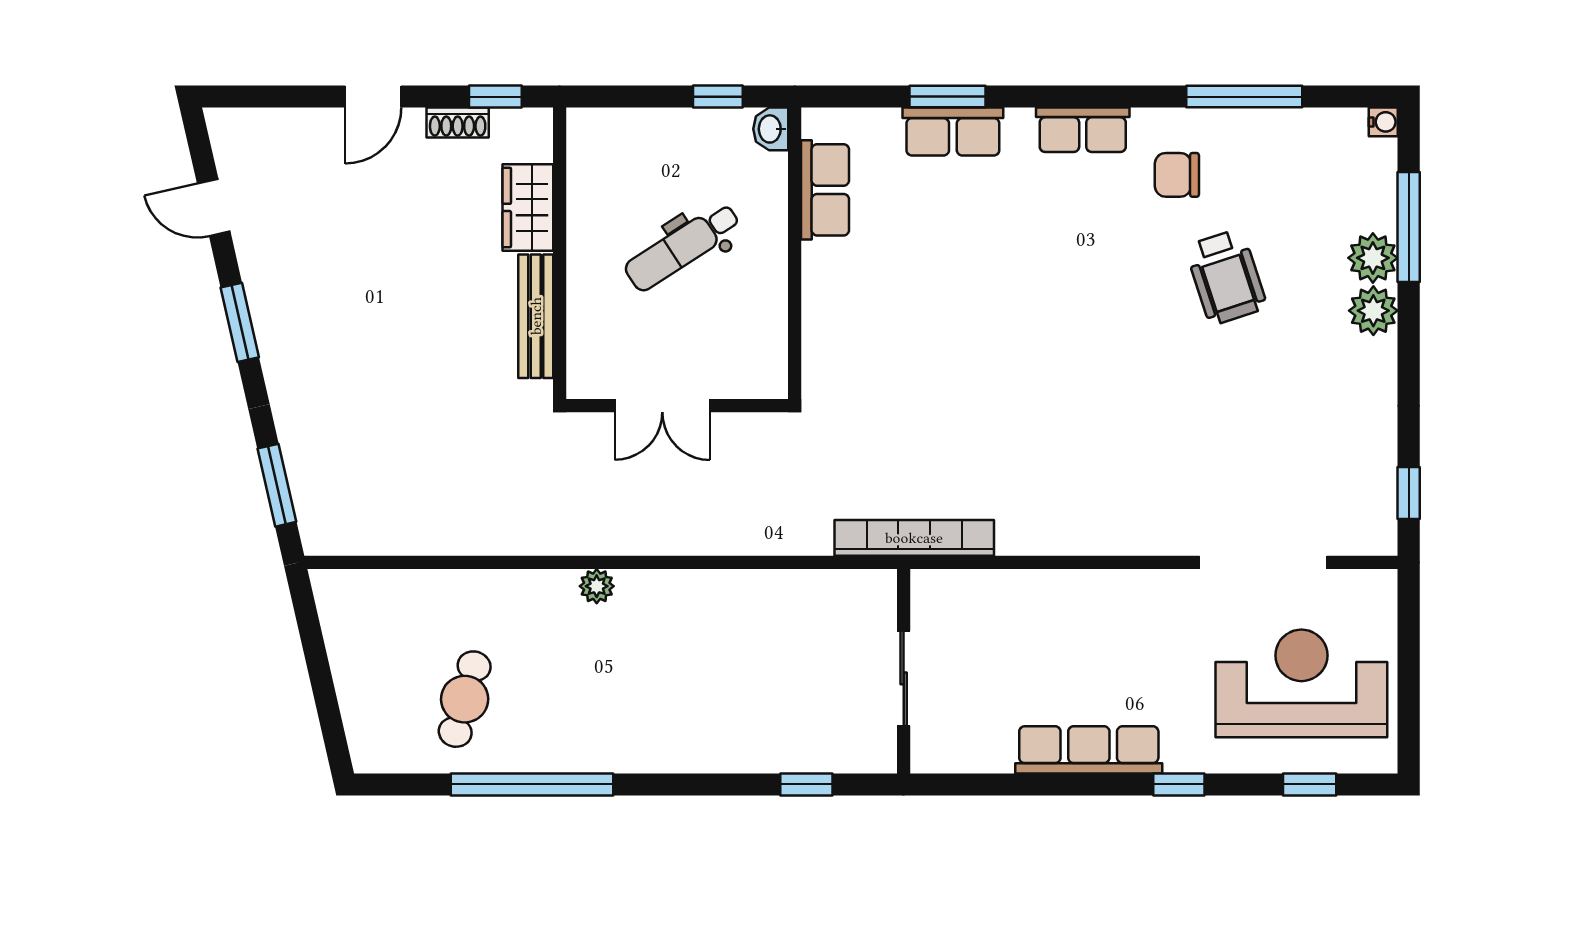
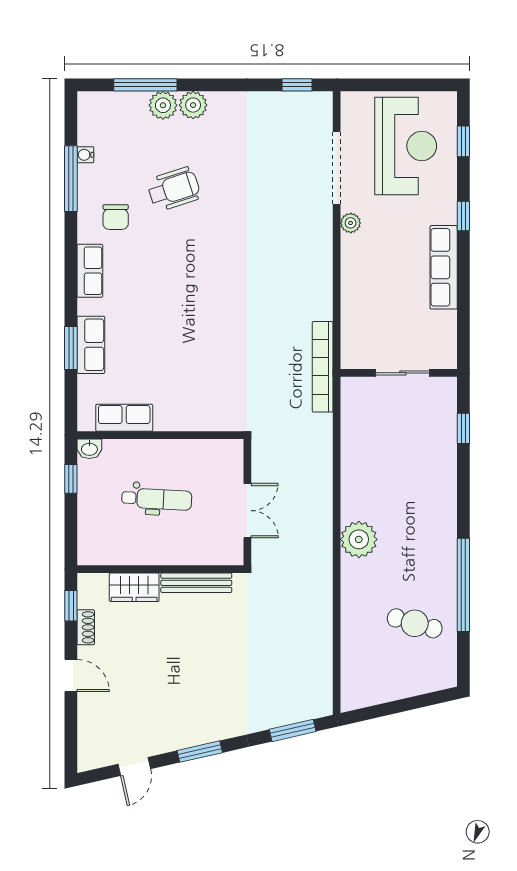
water cooler: (1383, 122) -> (85, 155), moved, turned -90
dental chair: (682, 247) -> (157, 499), turned -54
plant: (597, 586) -> (359, 539), width x1.88, depth x1.88
plant: (1167, 587) -> (351, 223), added
reception desk: (1301, 683) -> (406, 146), turned 180

